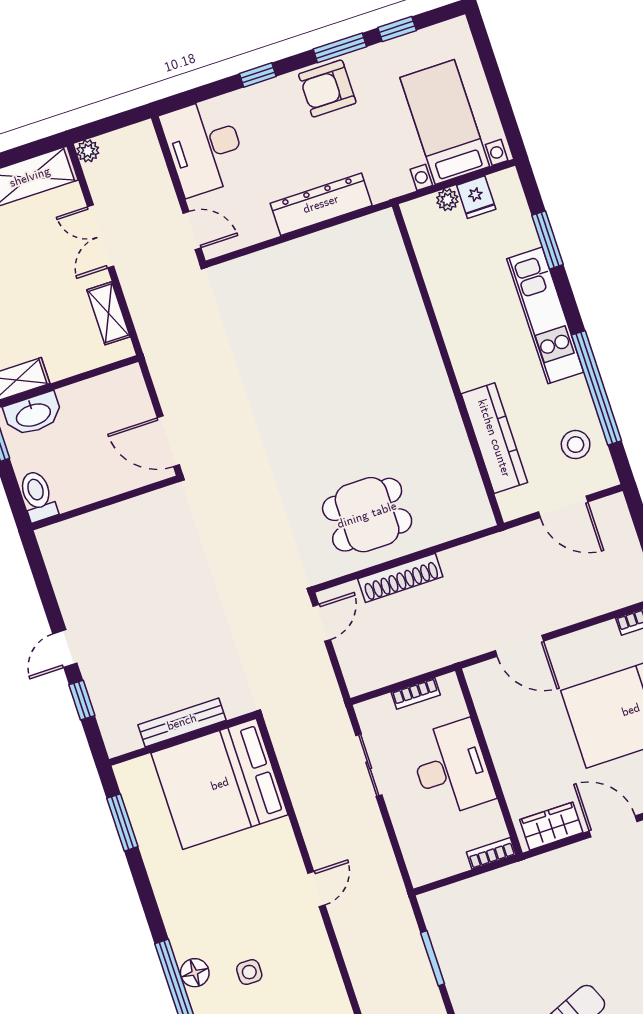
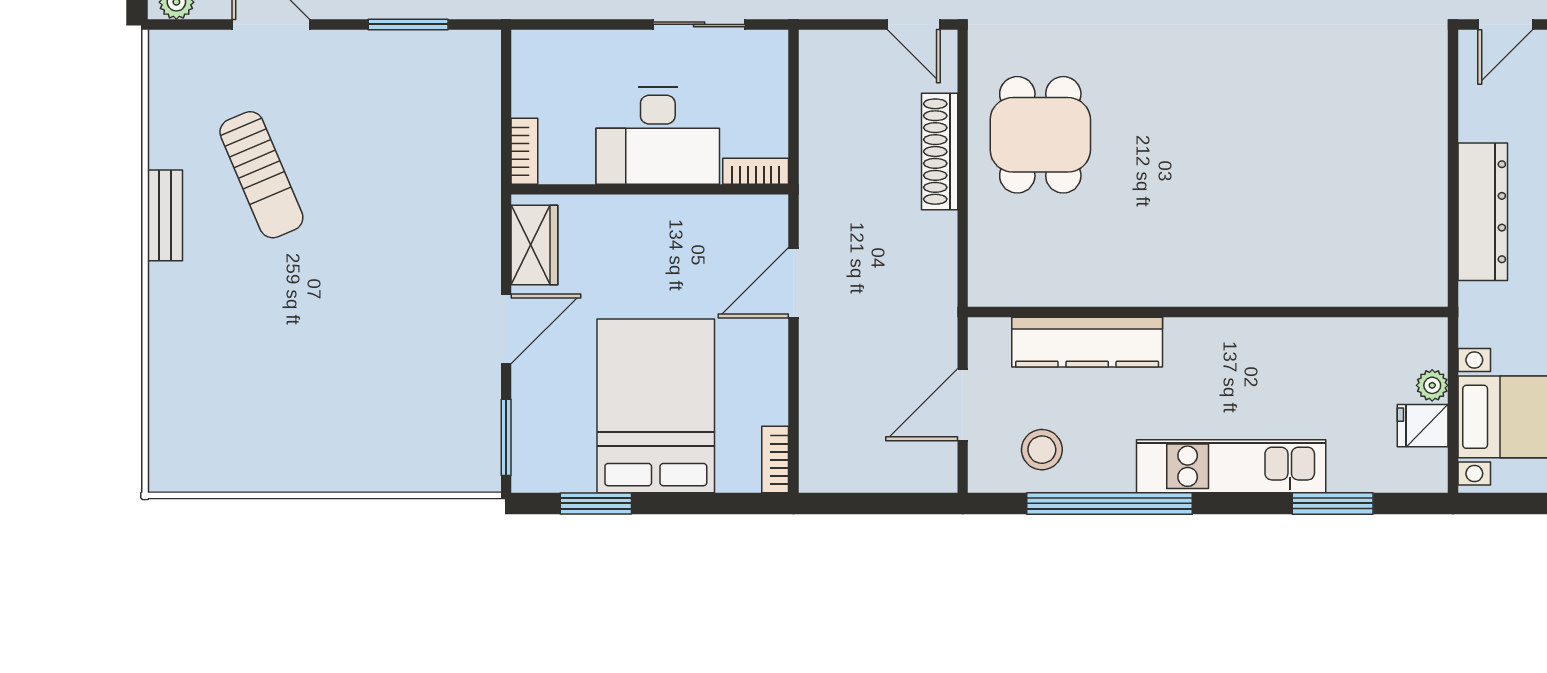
bookcase: (416, 694) -> (756, 171), moved, turned 90

